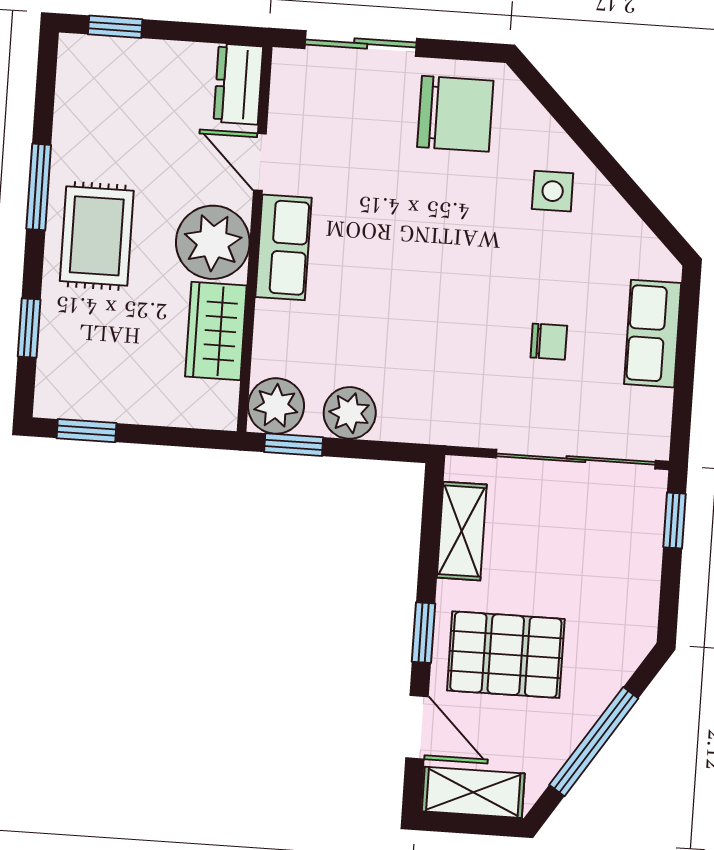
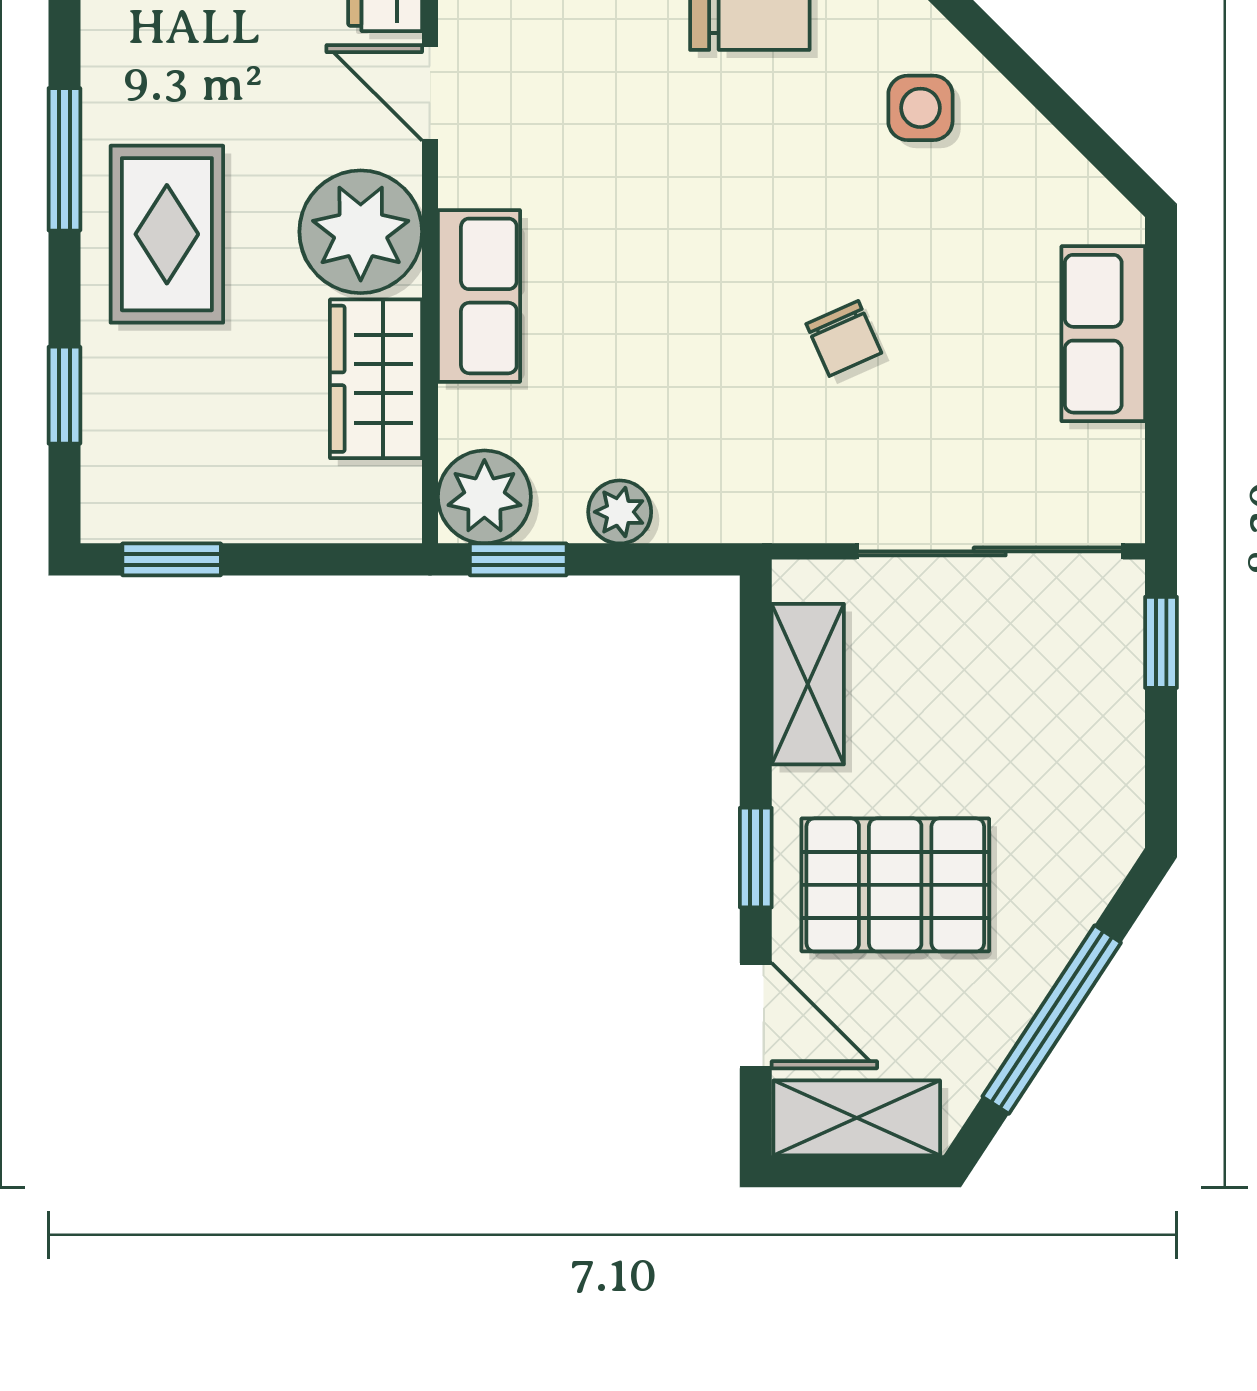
row of seats: (284, 247) -> (479, 296), moved
chair: (549, 342) -> (844, 338), moved, turned 66
plant: (350, 413) -> (620, 512), width x0.73, depth x0.73

